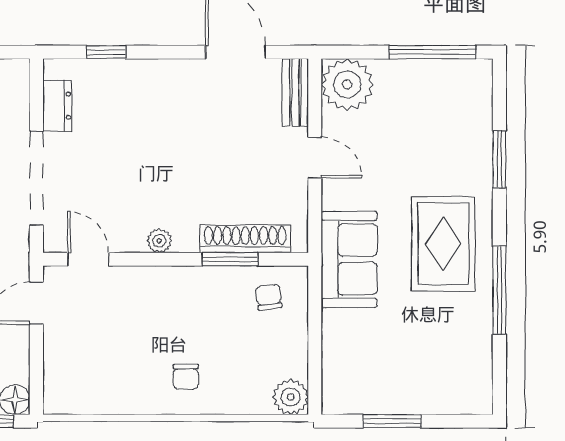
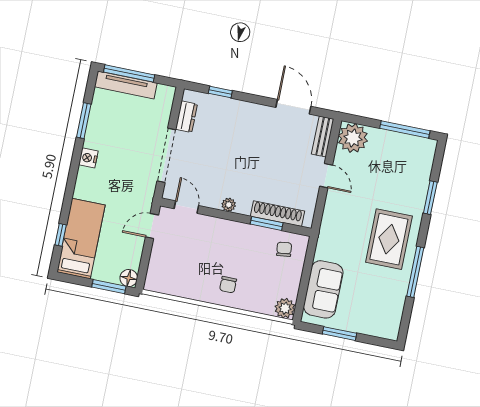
sofa: (349, 259) -> (323, 289), moved

